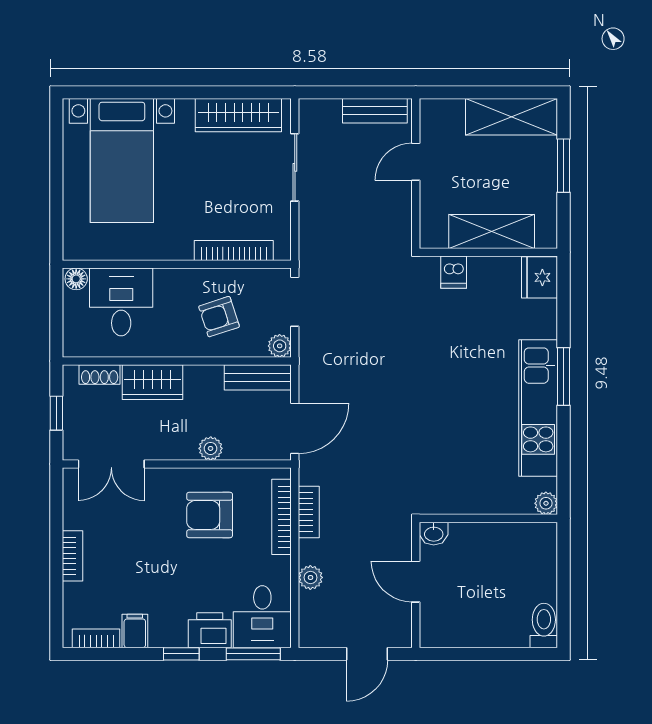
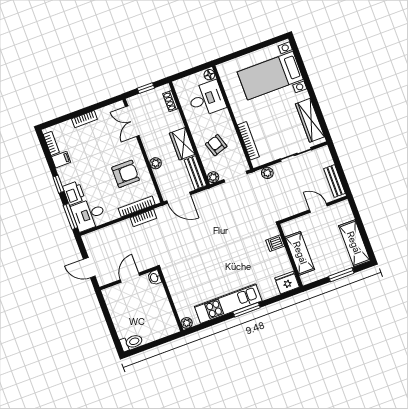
wardrobe: (153, 382) -> (182, 144), moved
armchair: (210, 515) -> (126, 174), turned 90
plant: (310, 577) -> (267, 173), moved

